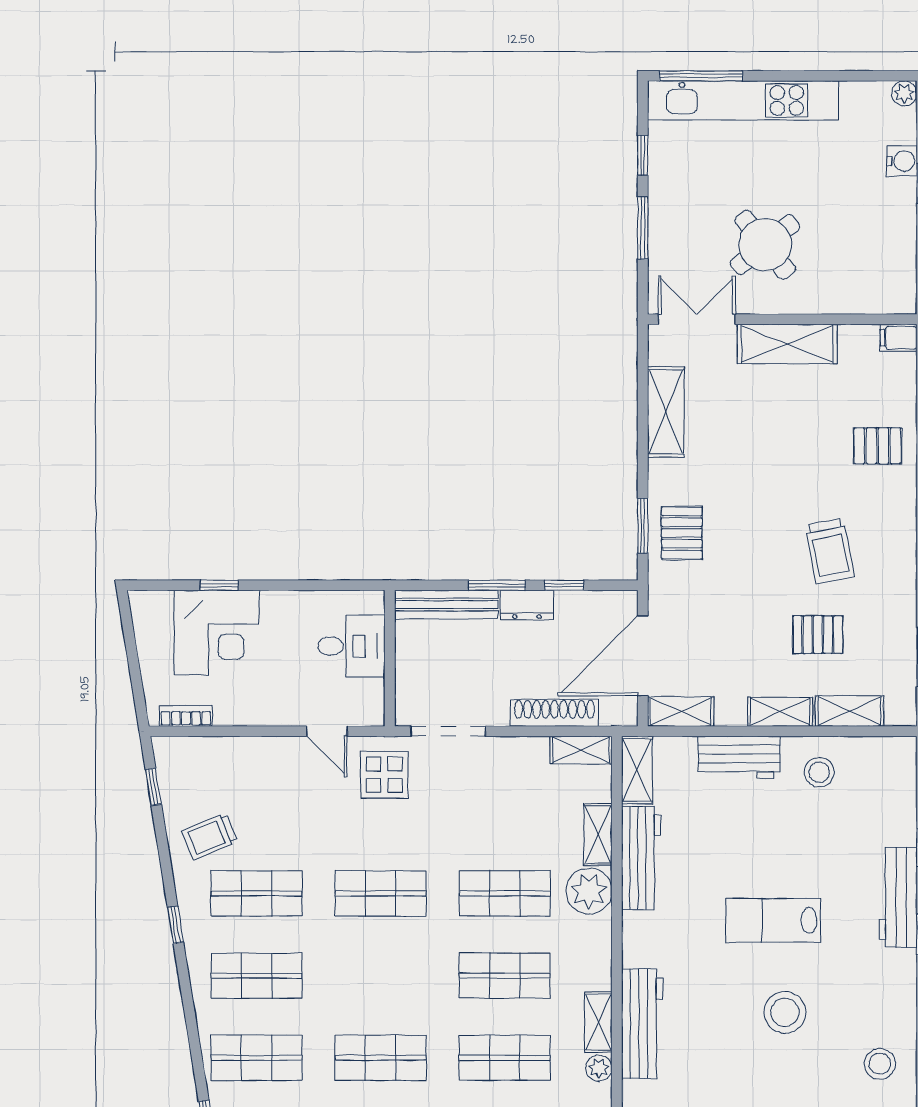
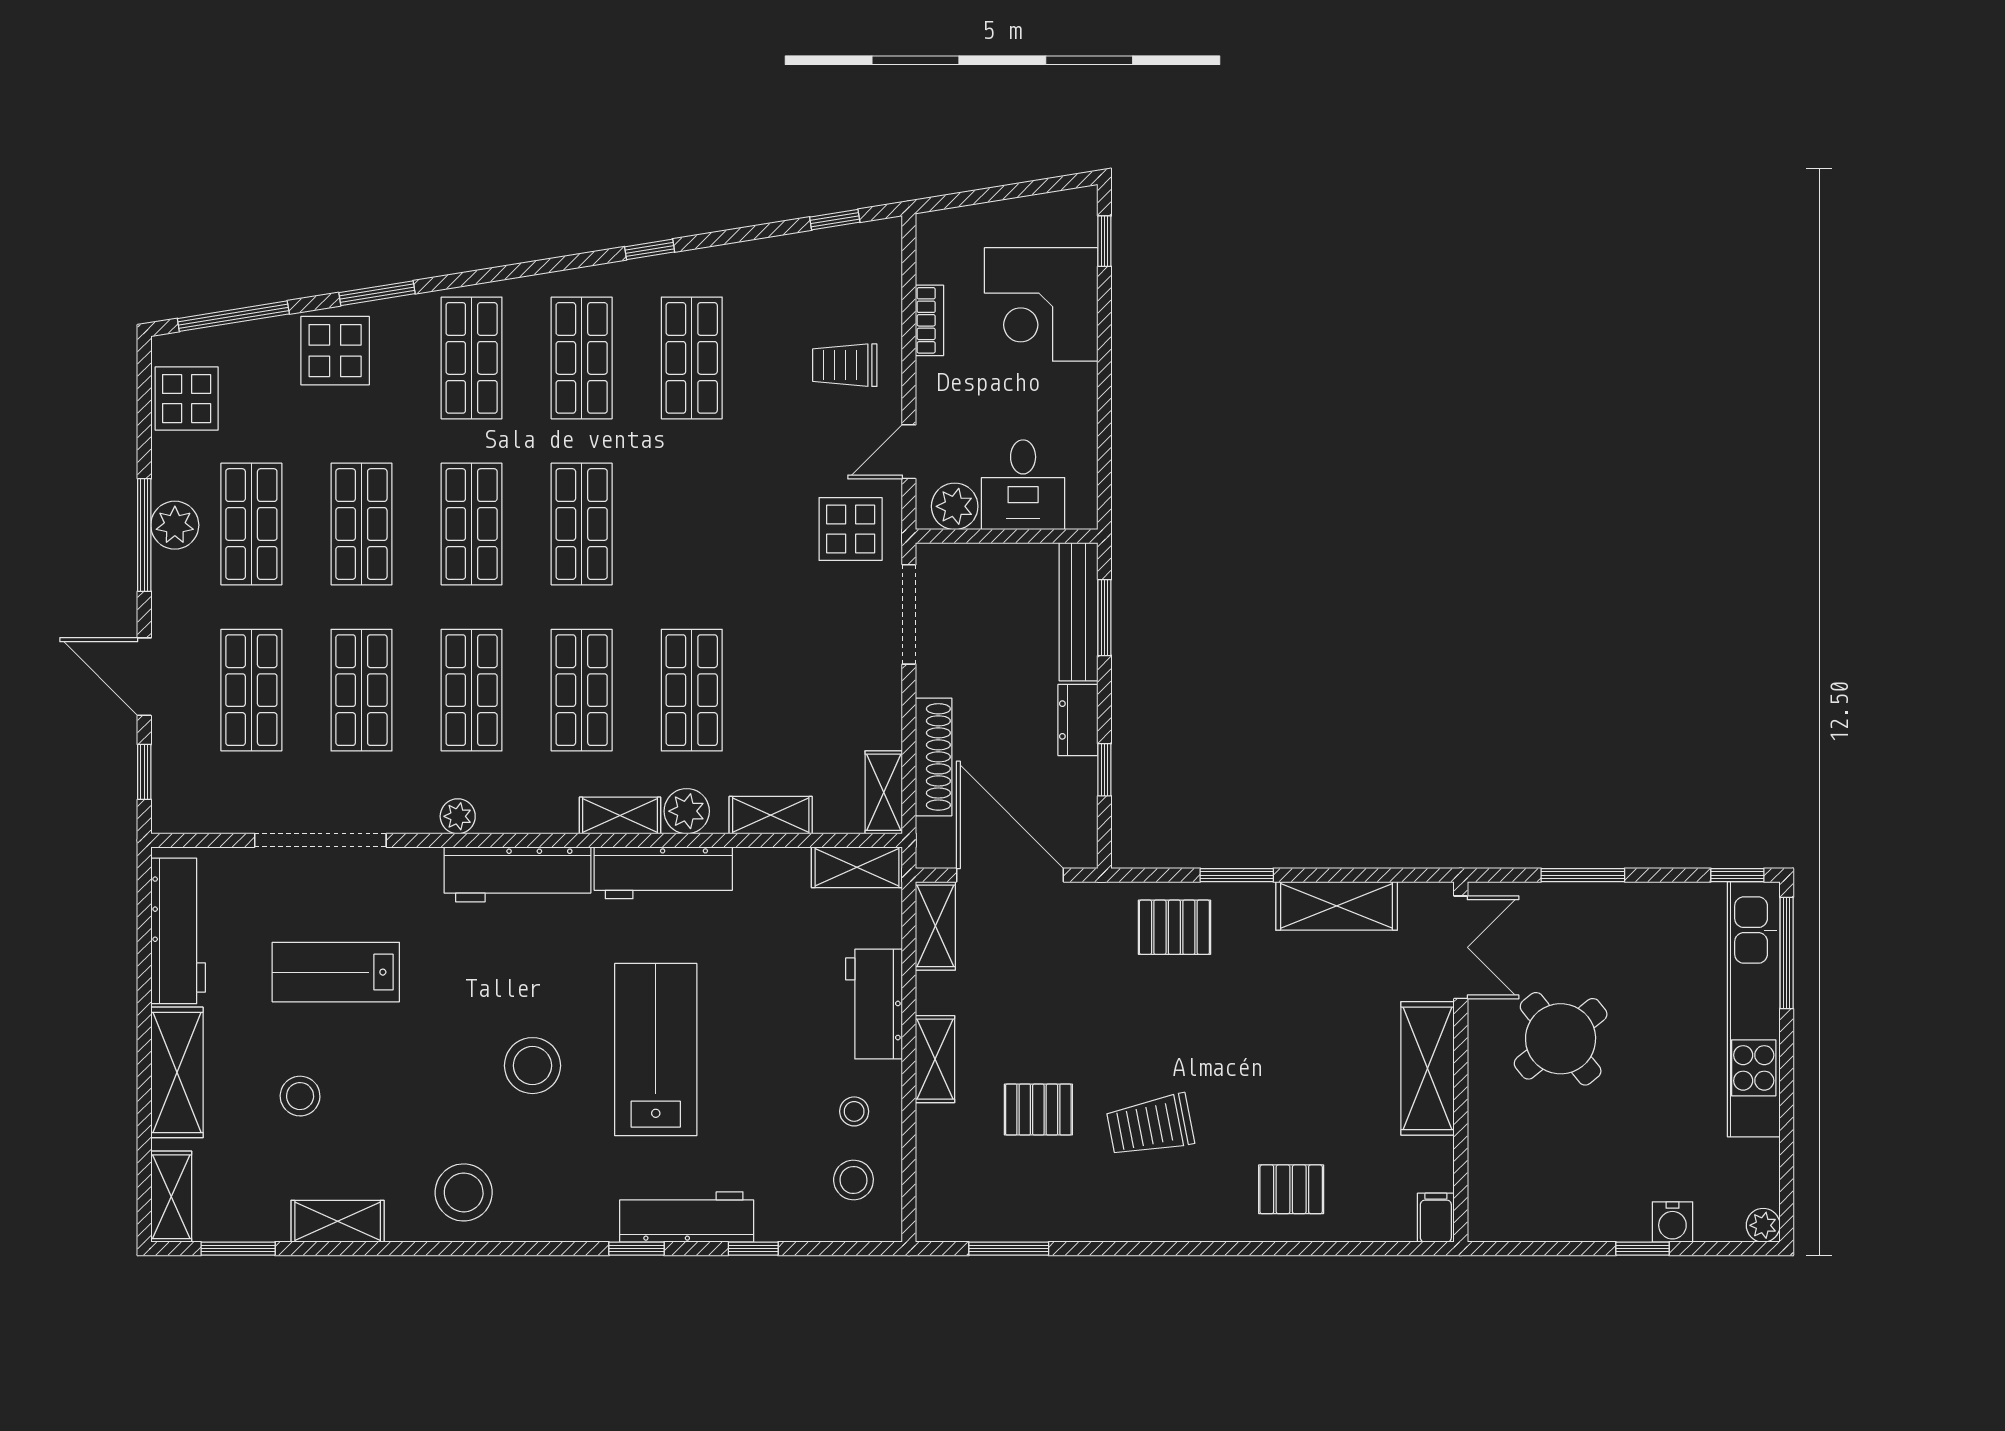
window: (643, 155) -> (1737, 875), moved
pallet: (877, 446) -> (1291, 1189), turned 90
window: (643, 526) -> (1237, 875), moved
window: (219, 585) -> (1104, 241), moved
window: (497, 585) -> (1104, 618), moved
pallet: (818, 635) -> (1038, 1110), turned 90
plant: (367, 697) -> (955, 506), added
shelving: (849, 711) -> (936, 1152), removed
bookcase: (186, 716) -> (930, 320), moved
stool: (819, 772) -> (854, 1111), width x0.73, depth x0.73
stool: (870, 773) -> (853, 1180), added
trolley: (210, 836) -> (845, 365), moved, turned -68
workbench: (641, 858) -> (663, 873), moved
plant: (589, 891) -> (687, 811), width x0.73, depth x0.73
shop shelf: (381, 893) -> (582, 524), moved
lab bench: (773, 920) -> (656, 1050), width x1.36, depth x1.39
shelving: (598, 1022) -> (620, 815), moved
stool: (880, 1064) -> (464, 1192), width x1.38, depth x1.38

